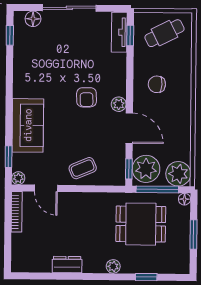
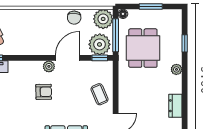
chair: (157, 84) -> (74, 18), moved

